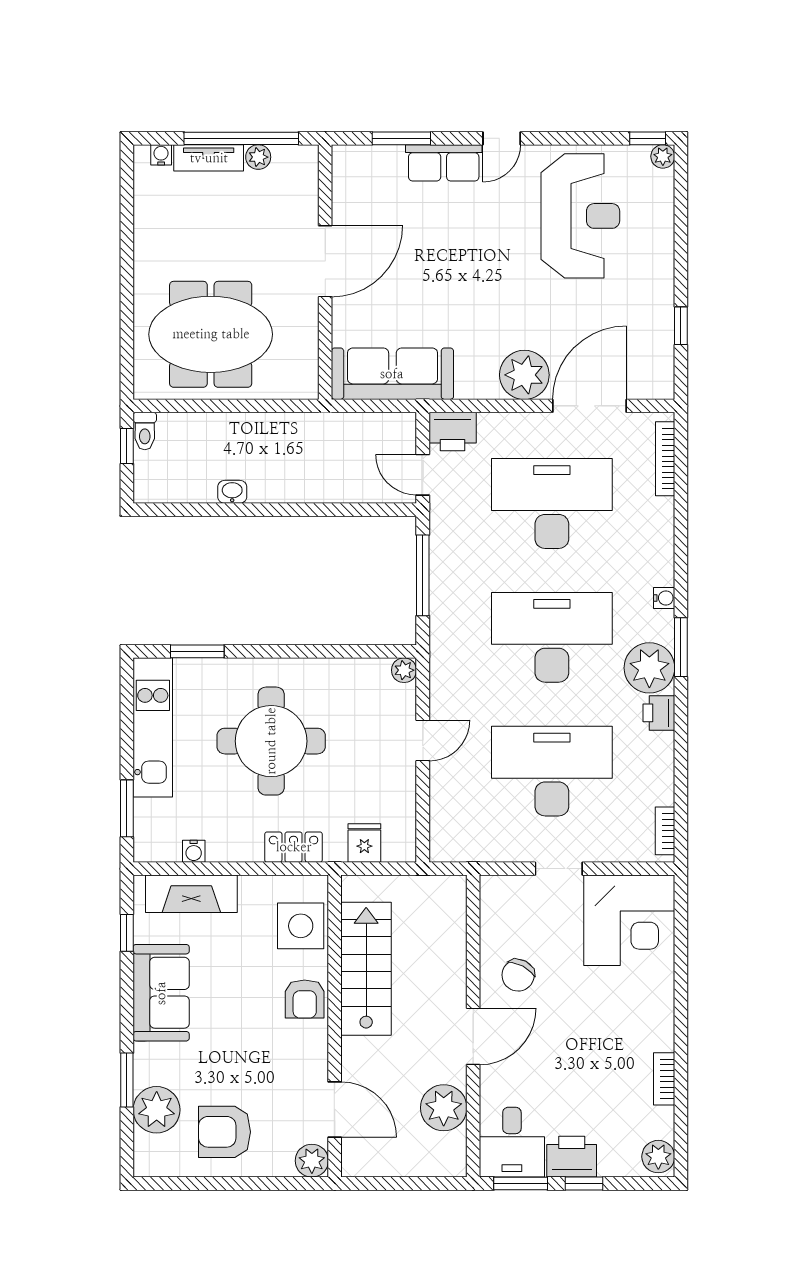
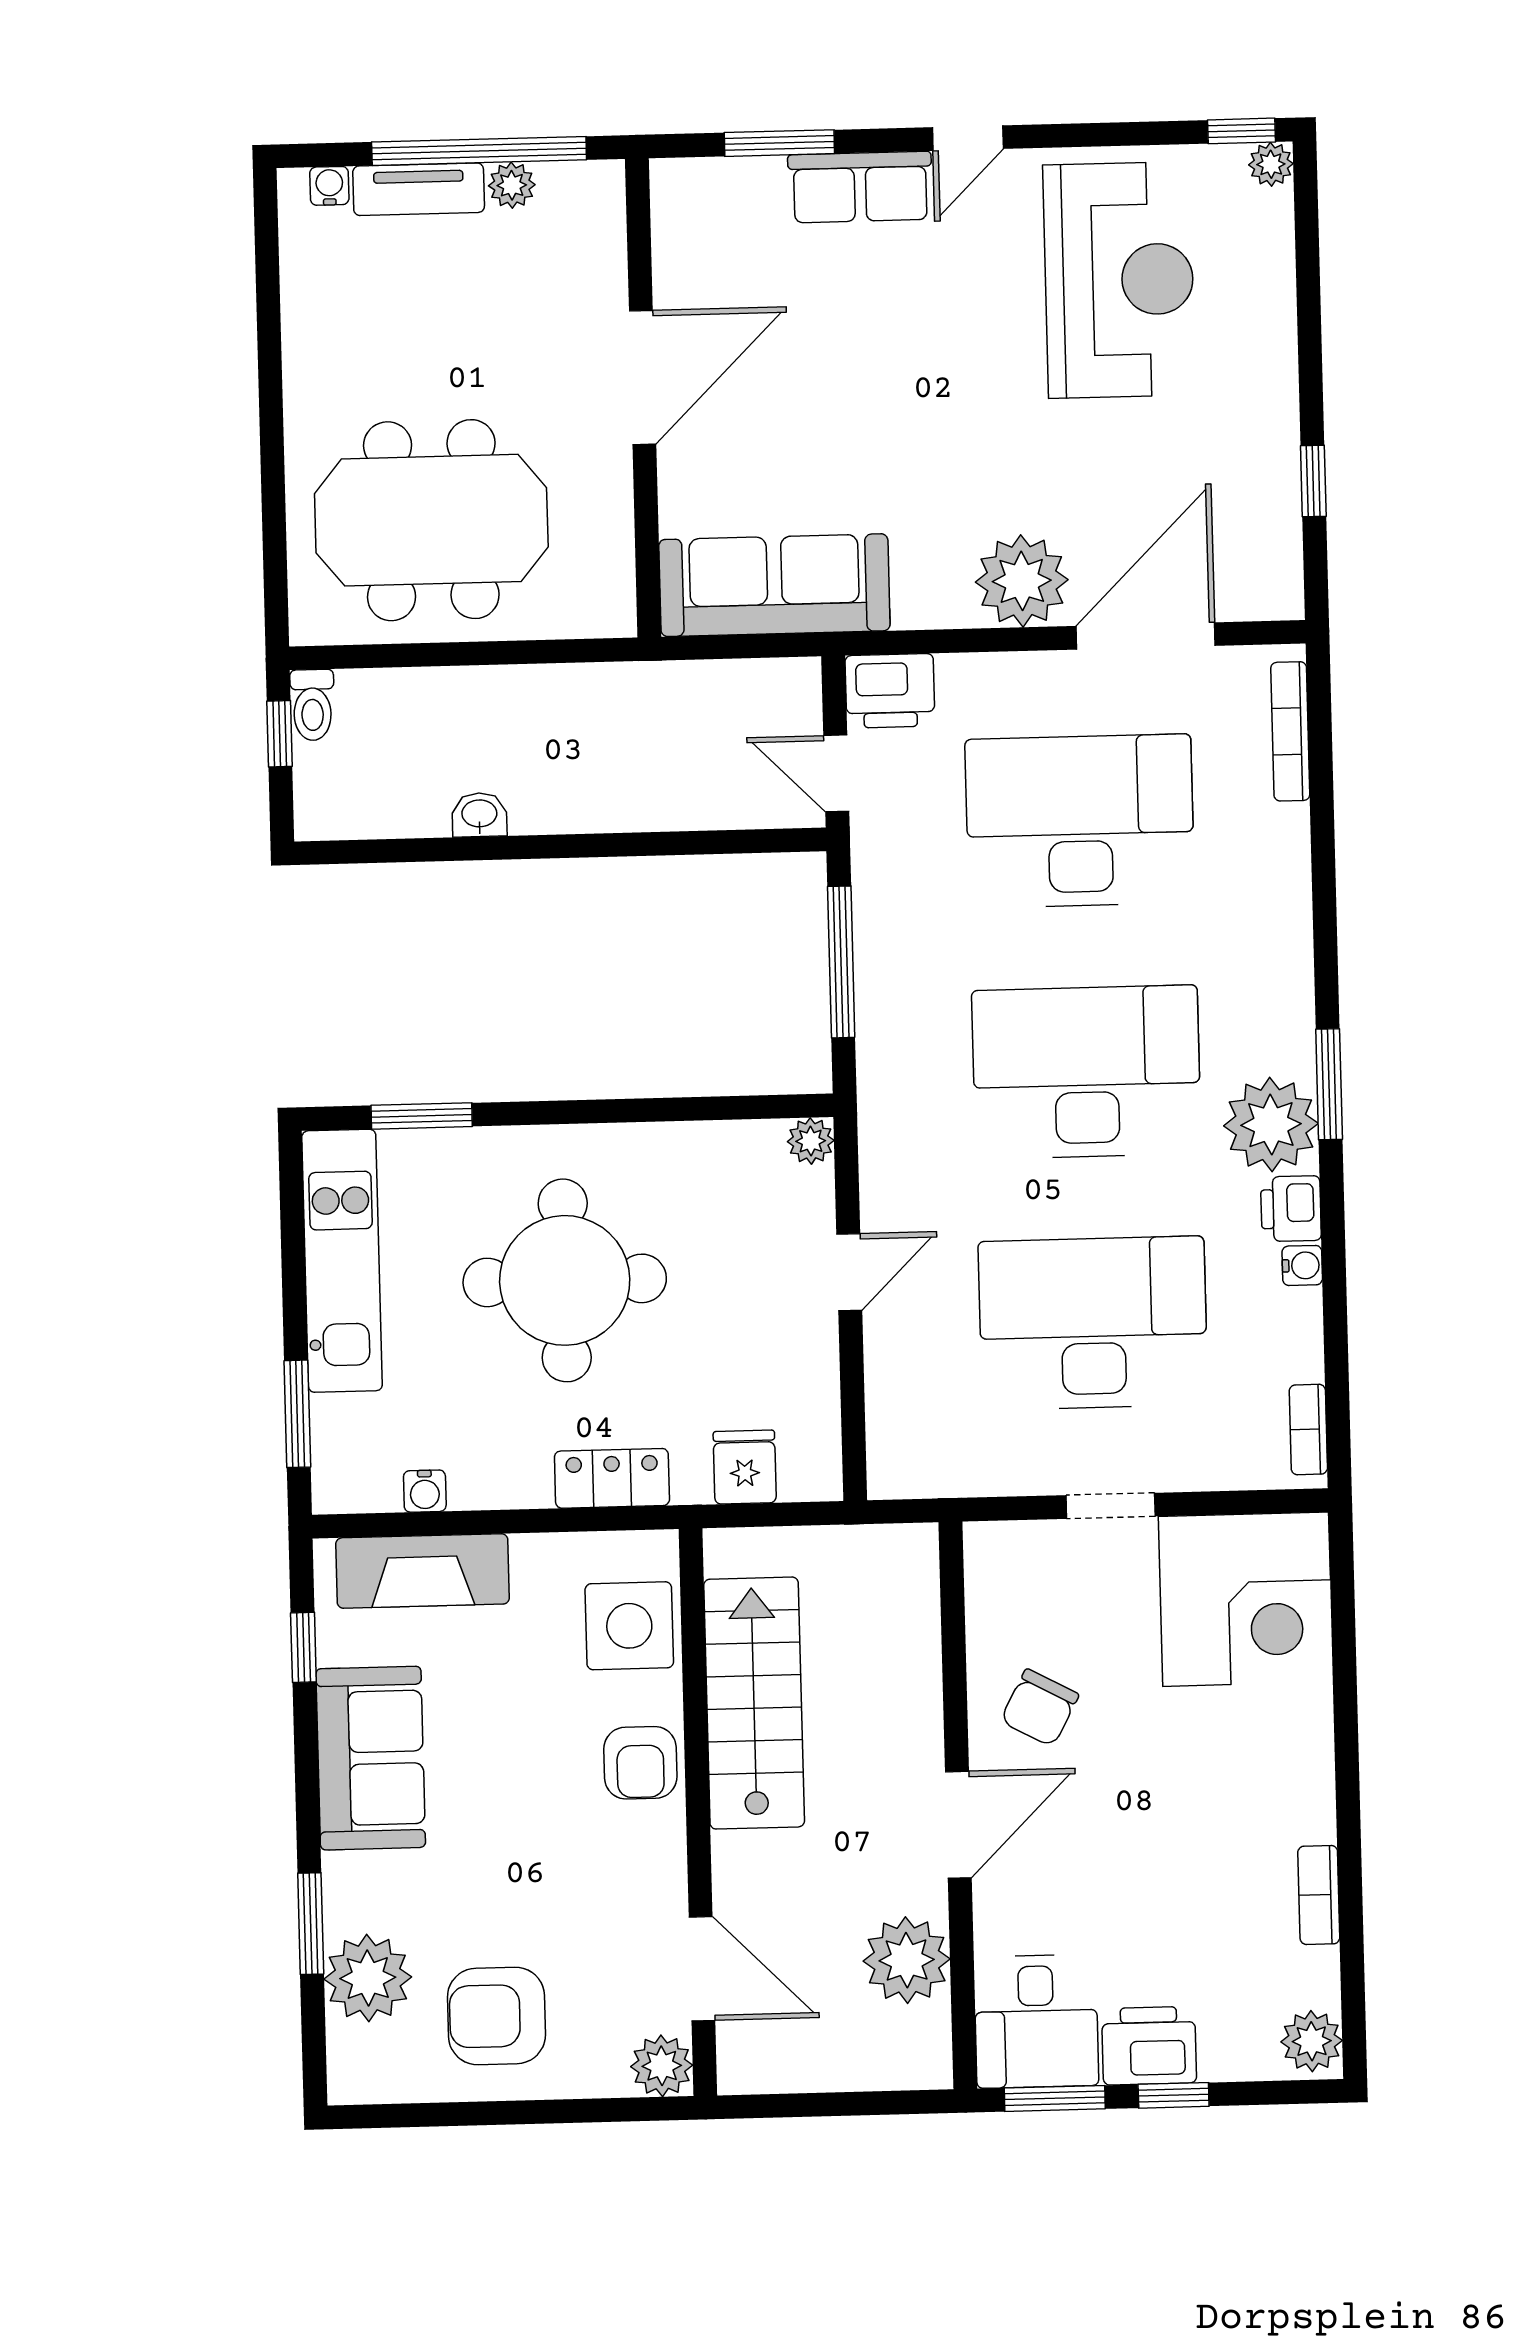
water cooler: (664, 598) -> (1302, 1265), moved

